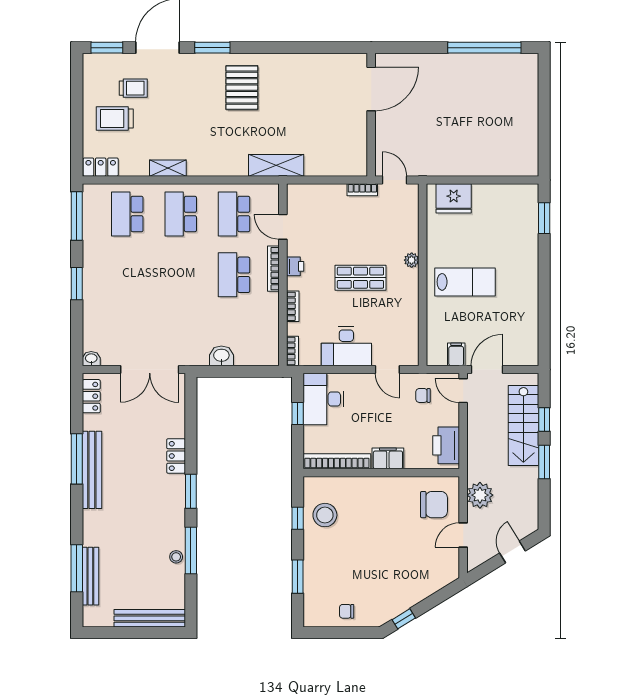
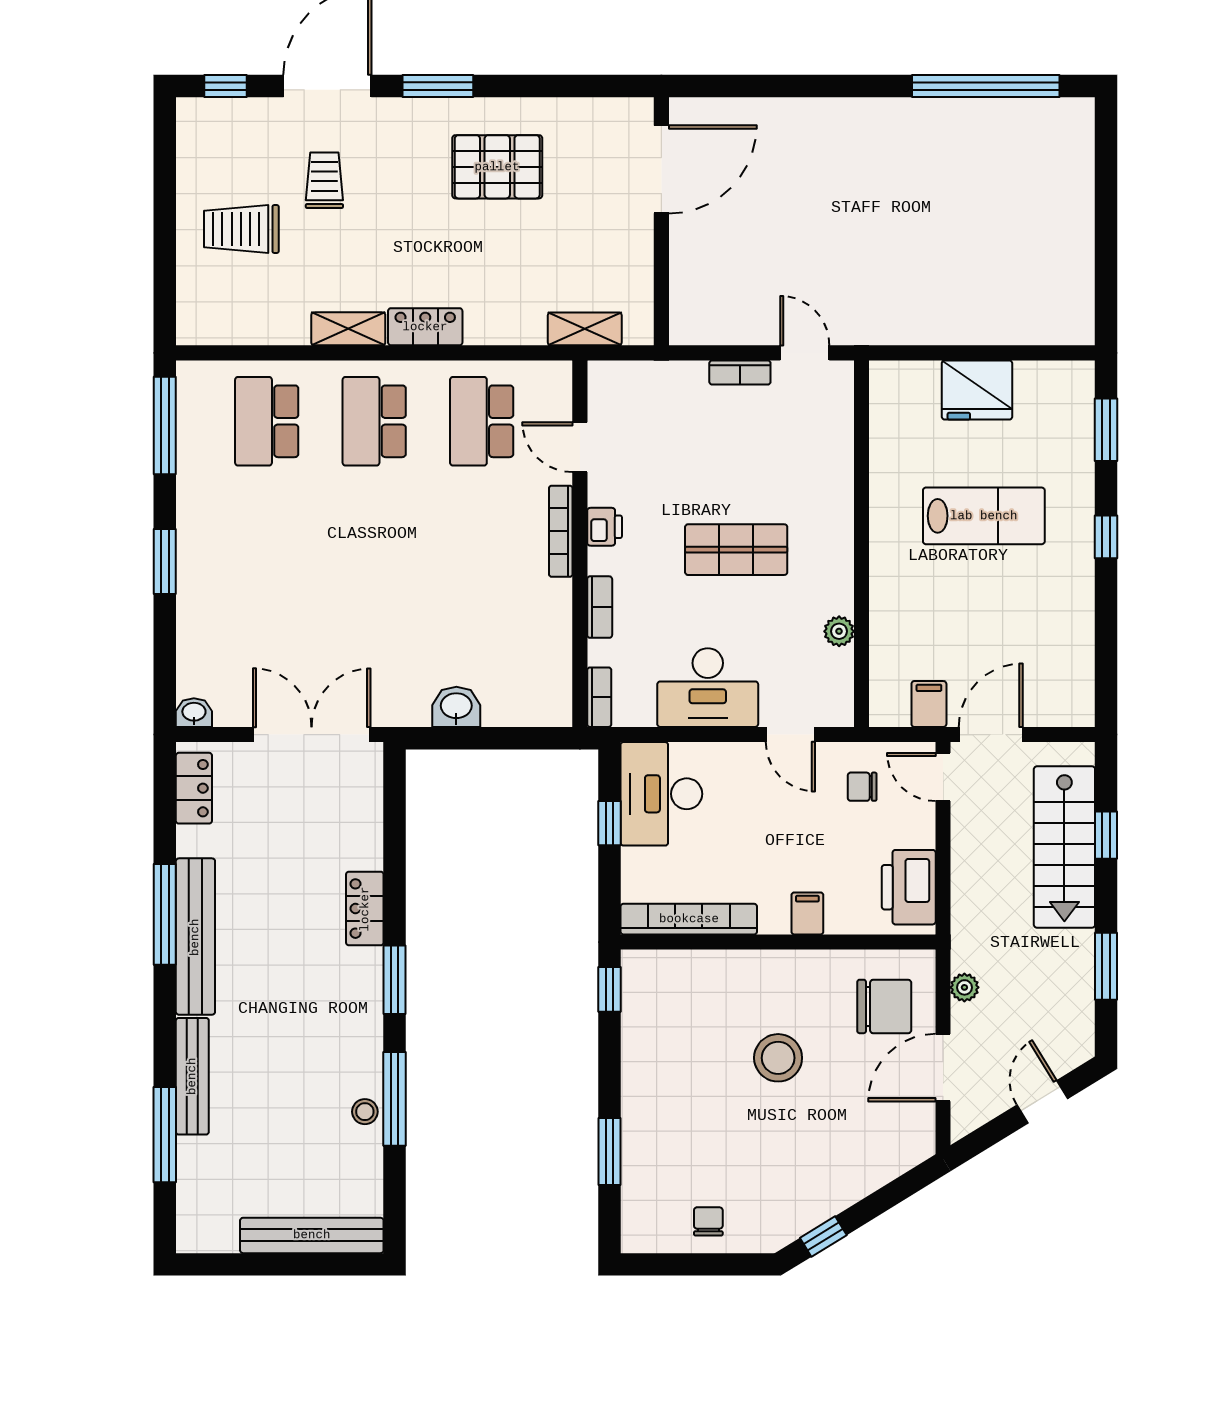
window: (107, 48) -> (226, 86), width x0.67
trolley: (133, 88) -> (324, 180), moved, turned -90
pallet: (242, 88) -> (497, 167), turned 90
door: (371, 89) -> (661, 169), moved
wall: (371, 115) -> (661, 221), moved
shelving: (276, 165) -> (585, 329), width x0.67, depth x0.75
locker: (101, 167) -> (425, 327), moved
fridge: (454, 198) -> (977, 390), moved
plant: (412, 260) -> (839, 631), moved
window: (544, 271) -> (1106, 537), added
school desk: (234, 275) -> (482, 544), removed
lab bench: (465, 282) -> (984, 516), moved
double door: (150, 370) -> (312, 735), swing flipped
filing cabinet: (388, 458) -> (807, 913), width x0.50
window: (544, 462) -> (1106, 966), moved
plant: (480, 495) -> (964, 987), width x0.53, depth x0.53
stool: (325, 515) -> (778, 1058), moved
window: (298, 518) -> (610, 989), moved
door: (463, 535) -> (943, 1068), width x1.38
bench: (90, 576) -> (192, 1076), moved
chair: (347, 611) -> (708, 1221), turned 90

